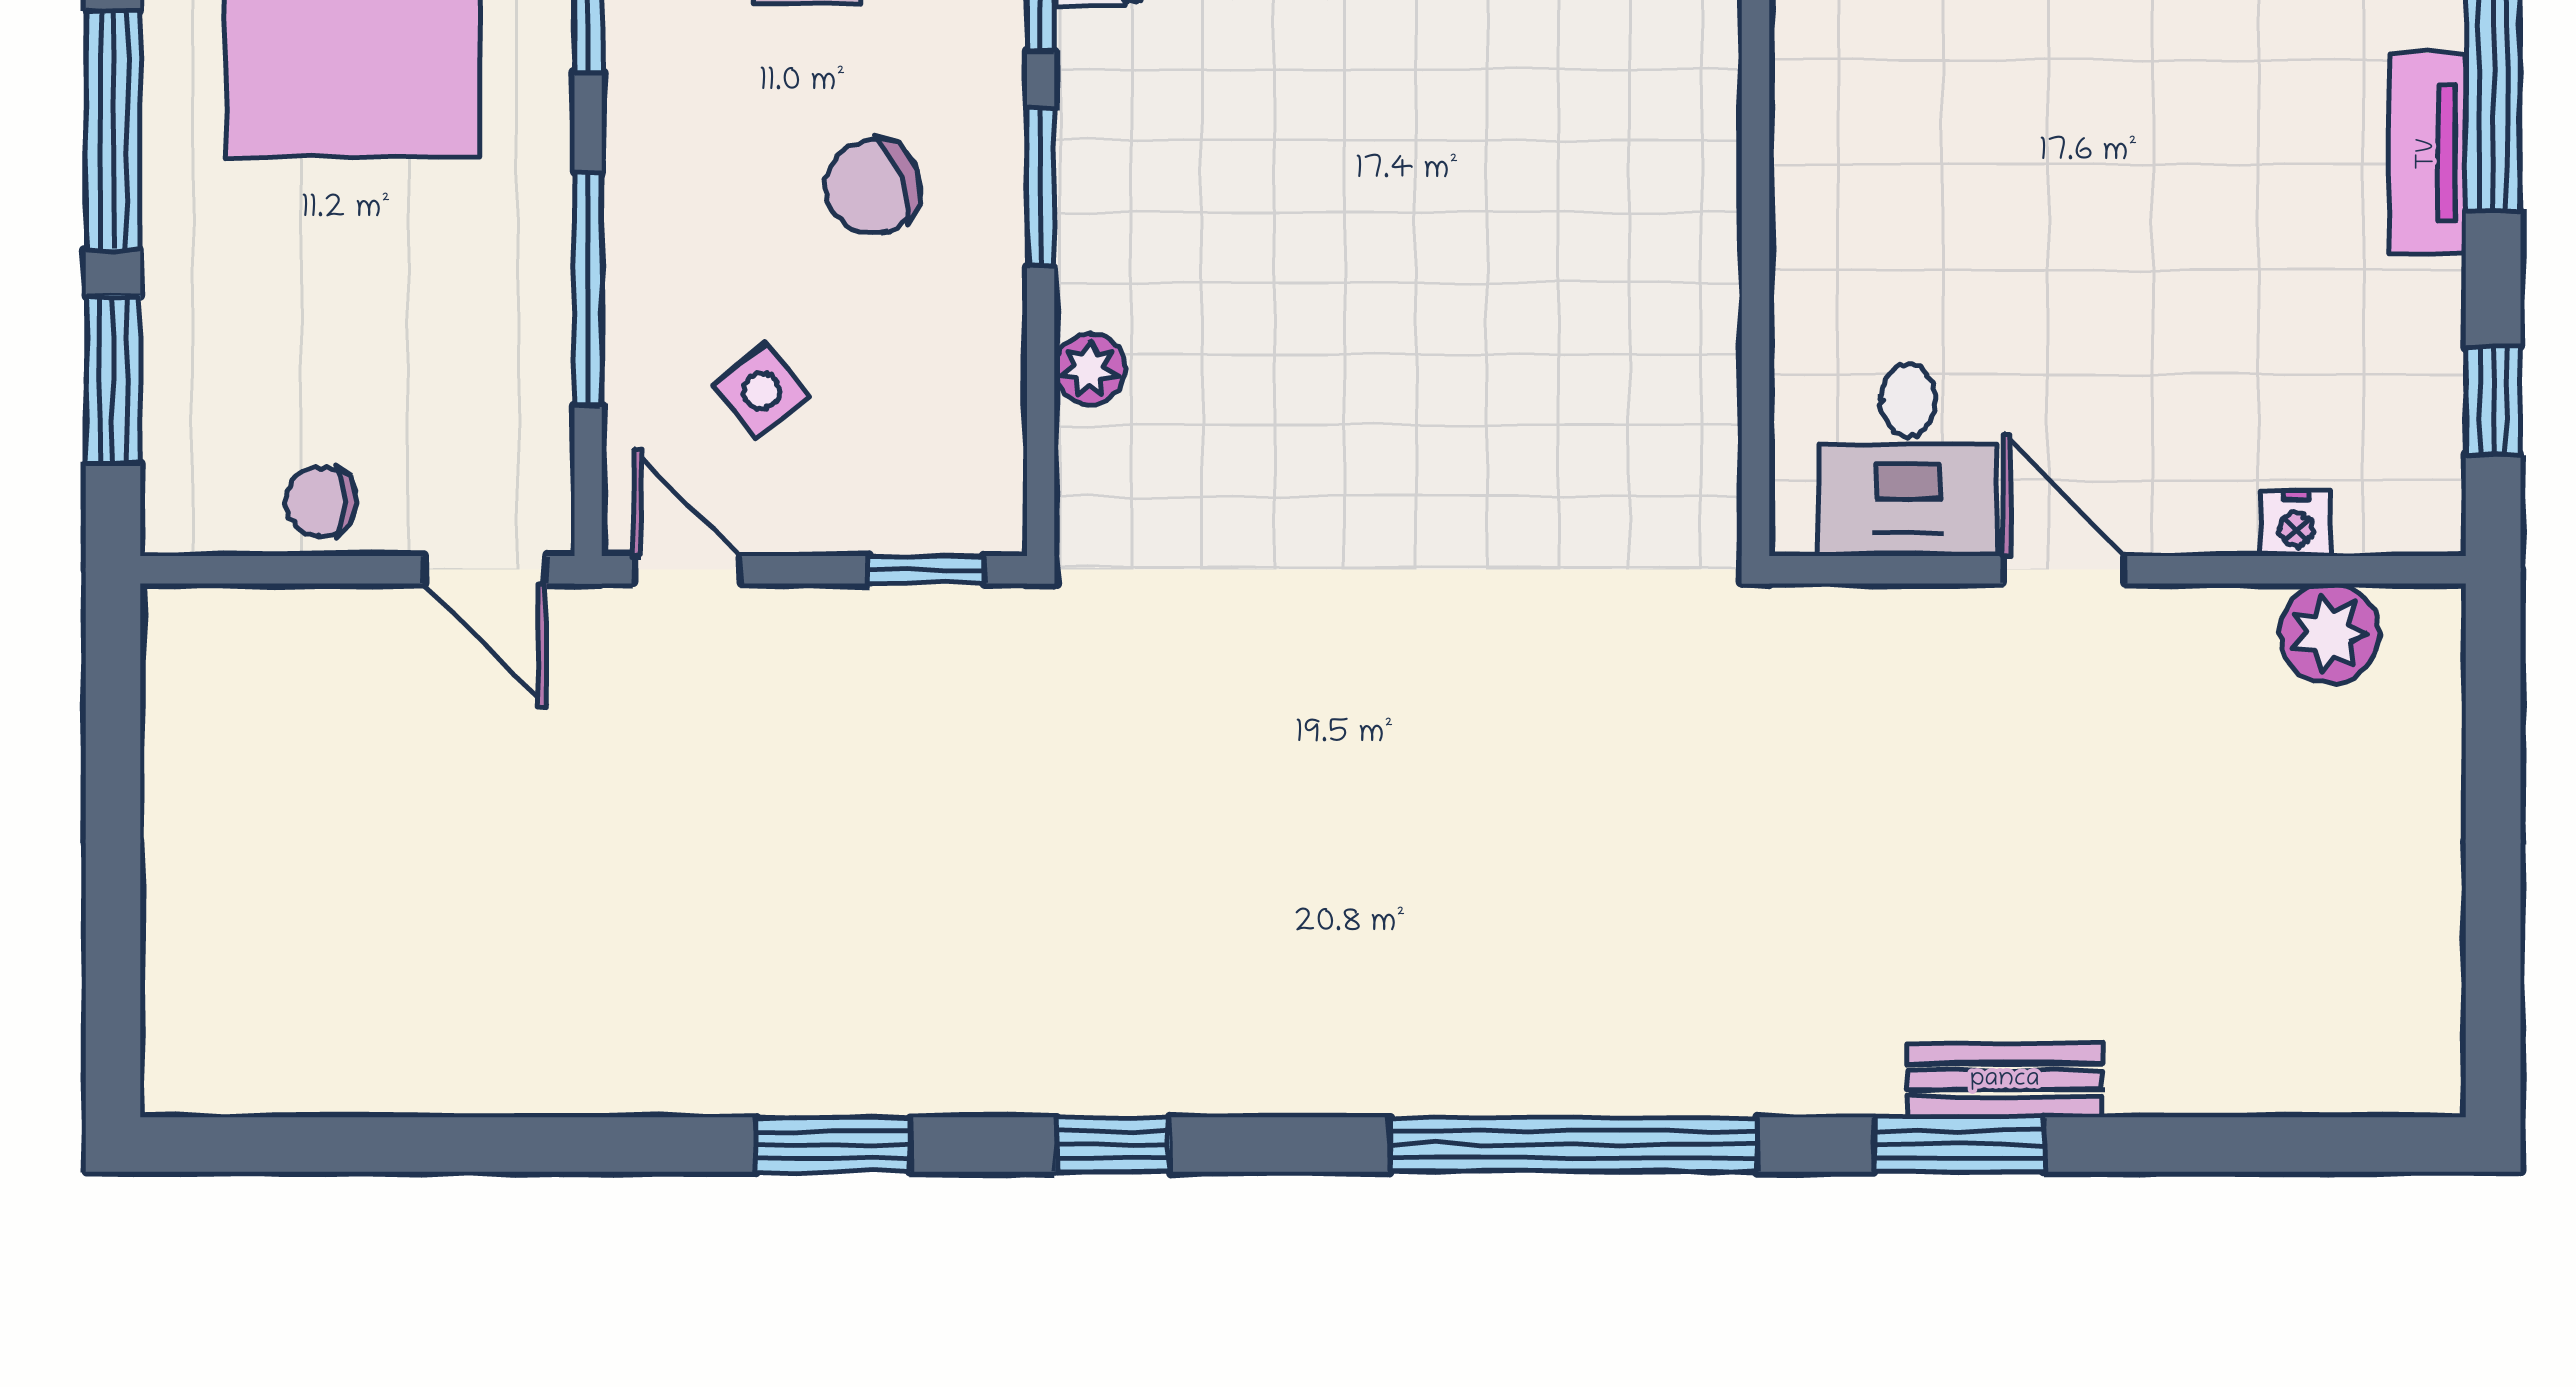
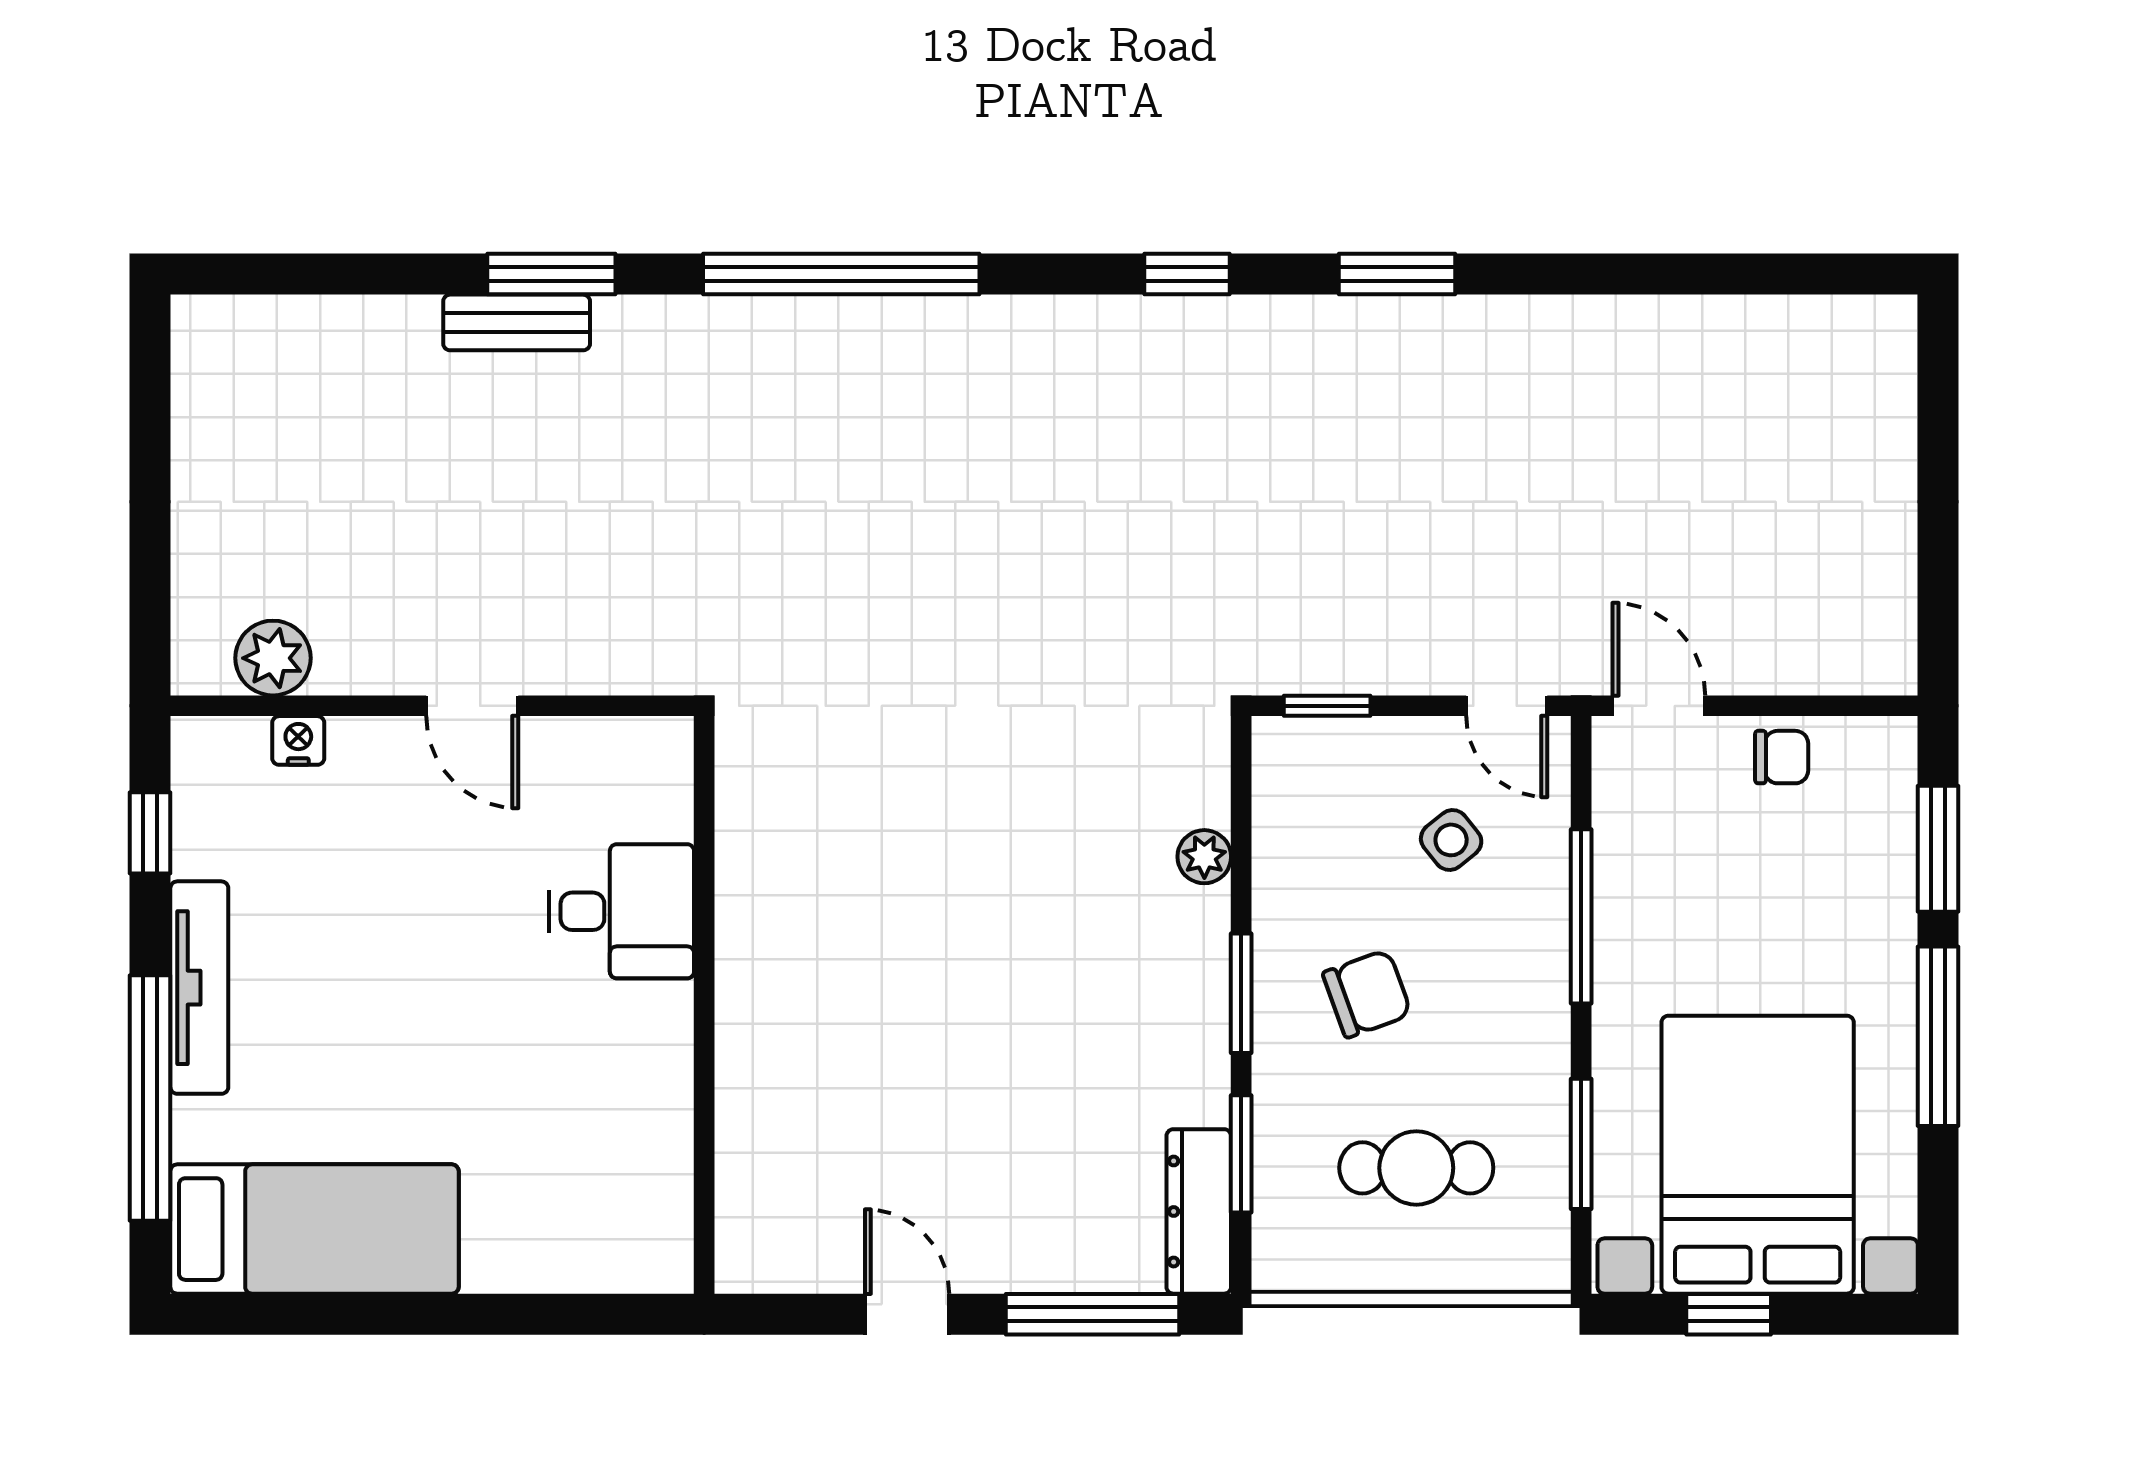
tv unit: (2428, 154) -> (199, 988), width x1.41
desk: (1908, 460) -> (622, 911), moved, turned 90

